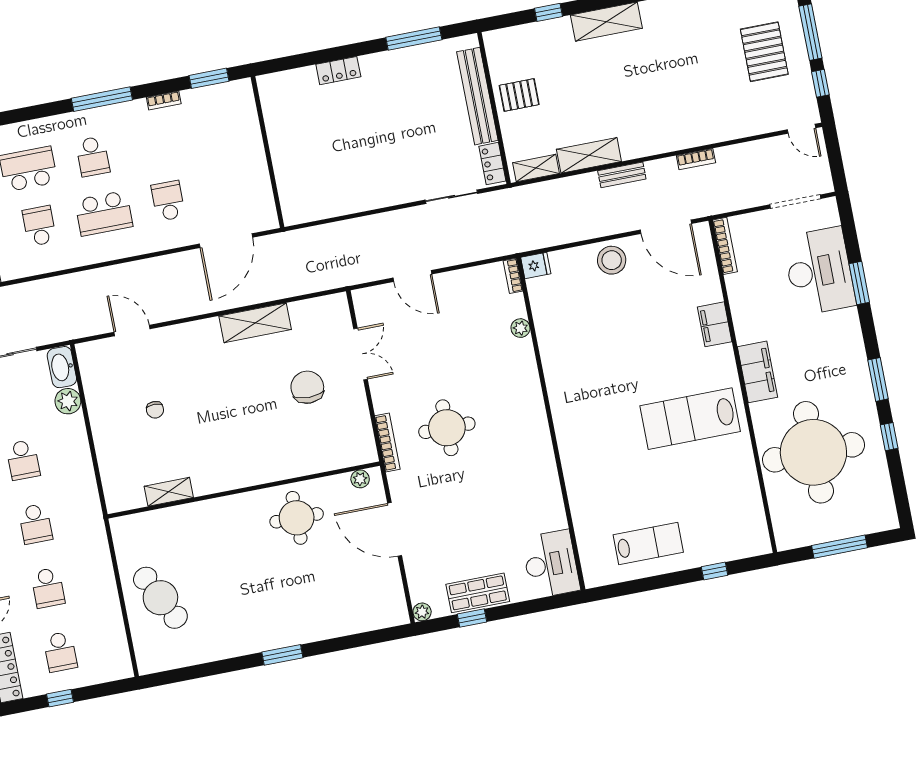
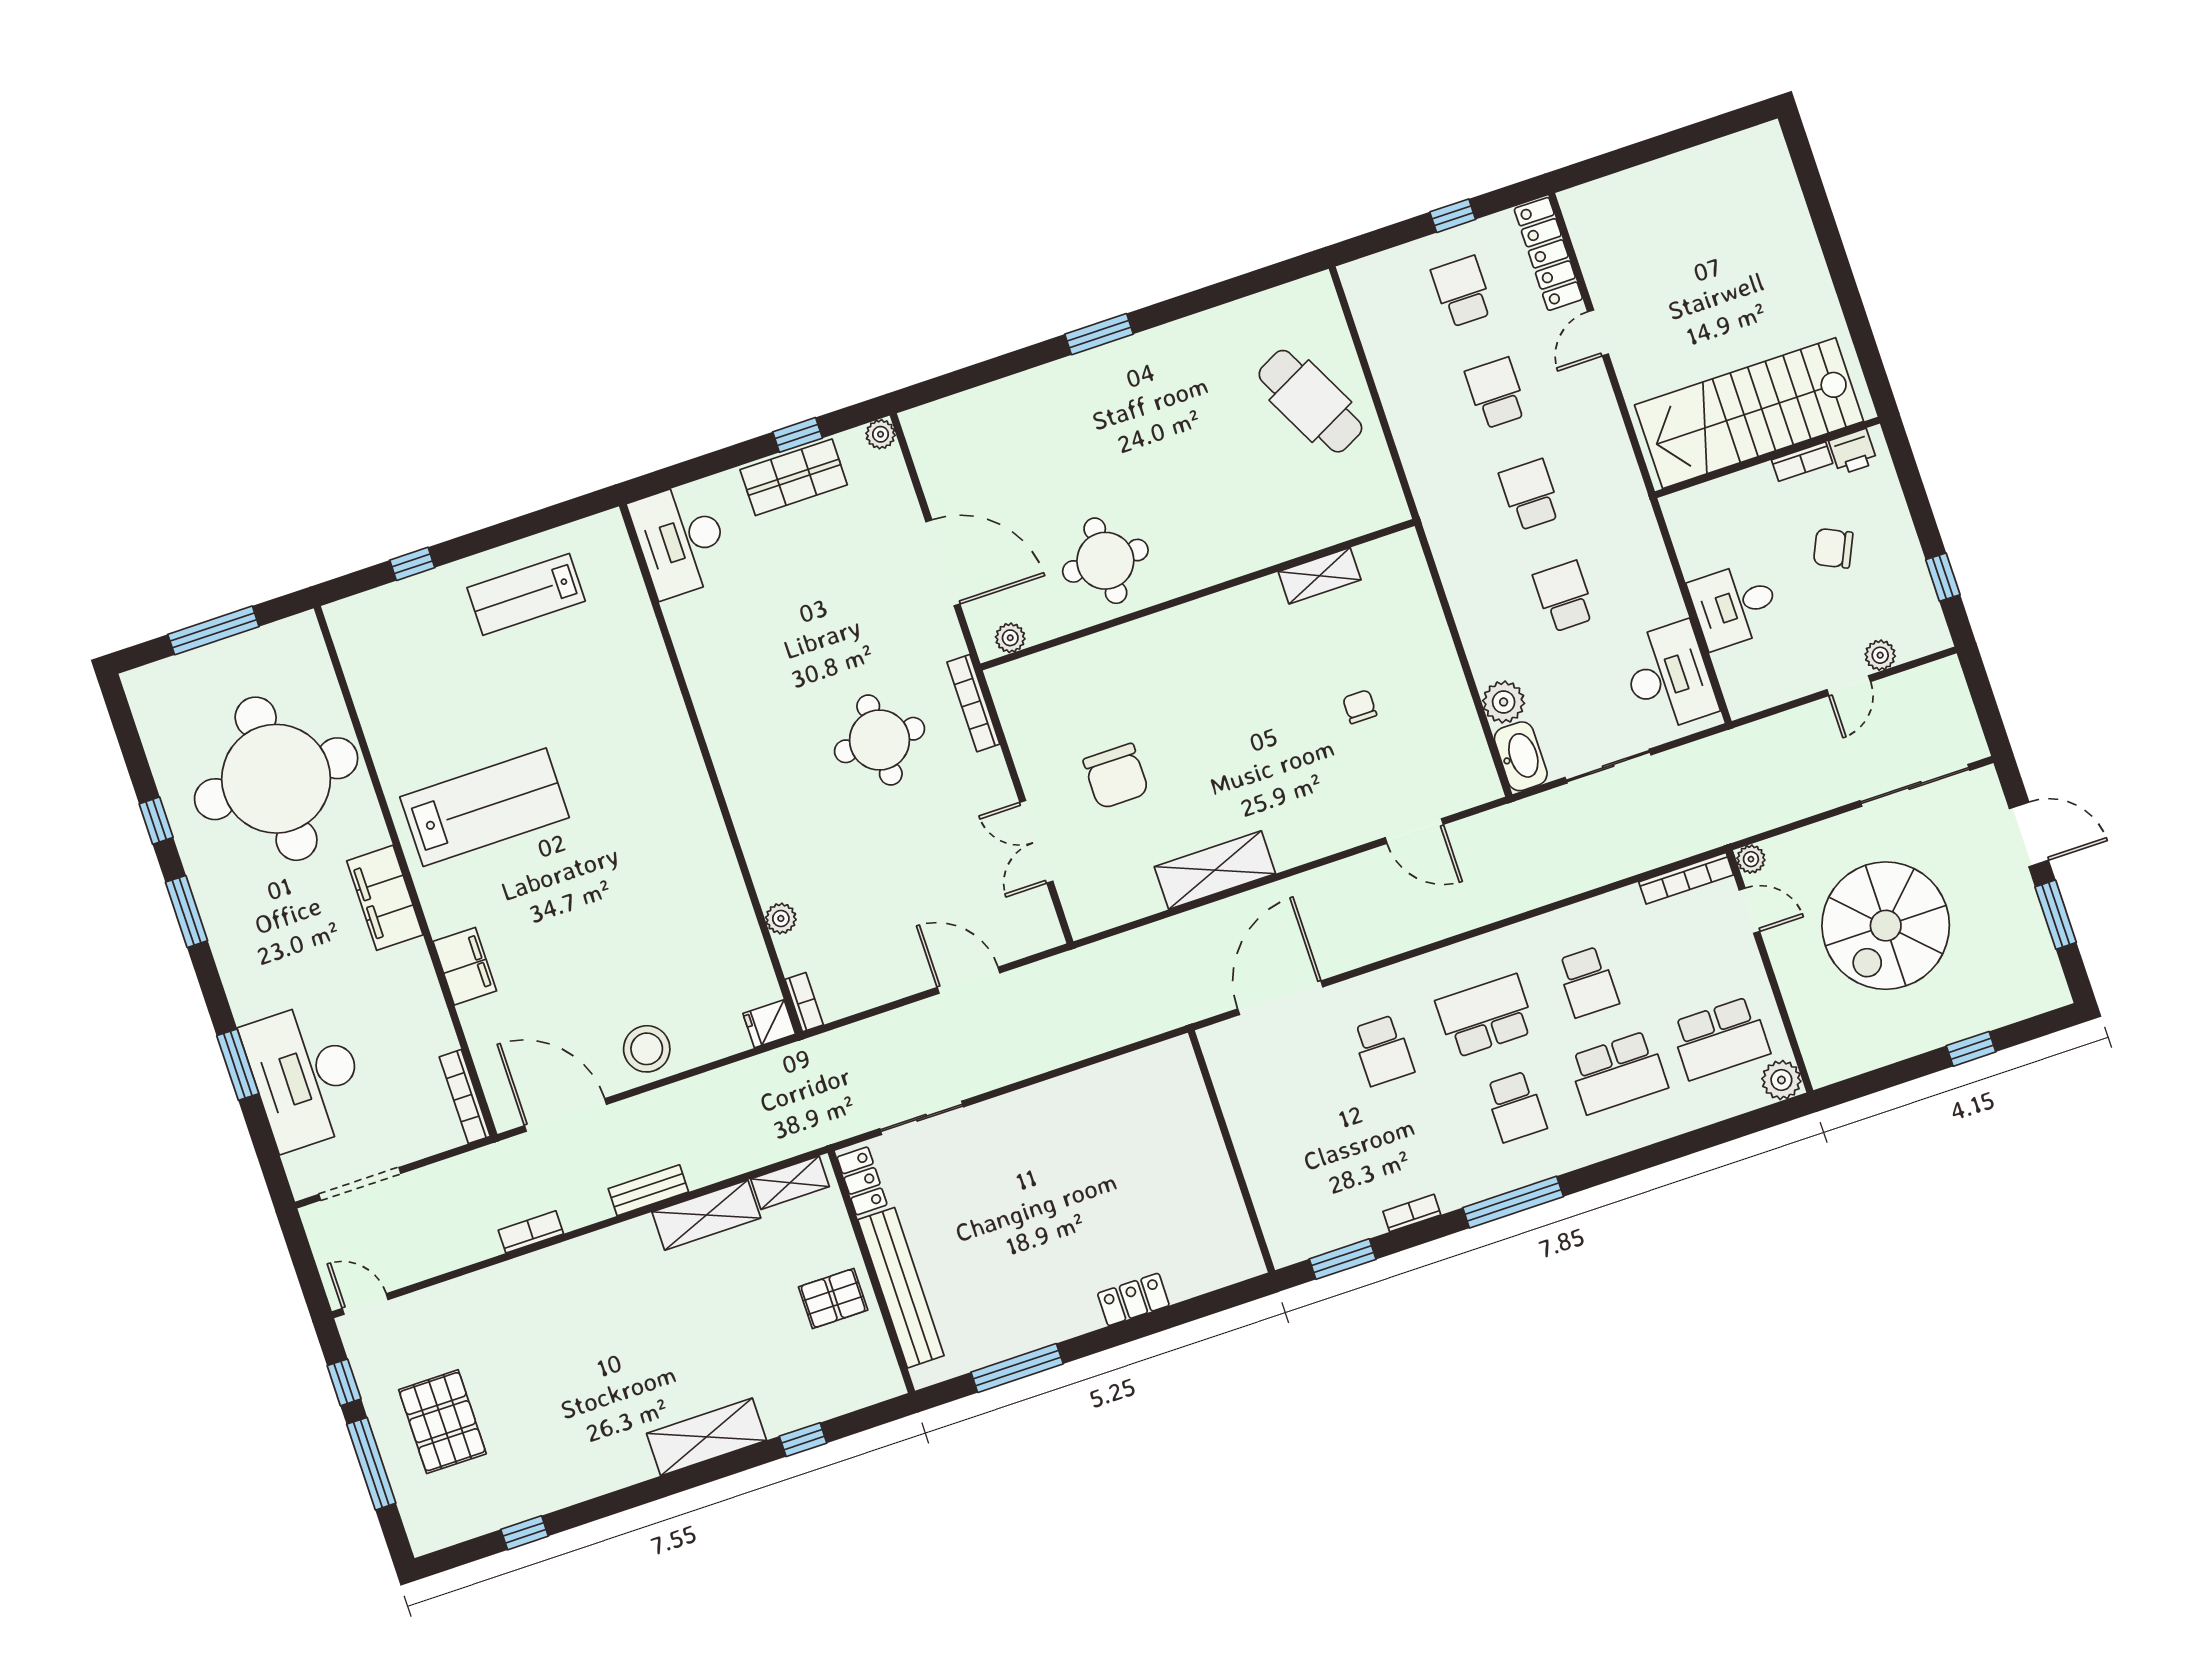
school desk: (93, 156) -> (1516, 1107), turned 180

